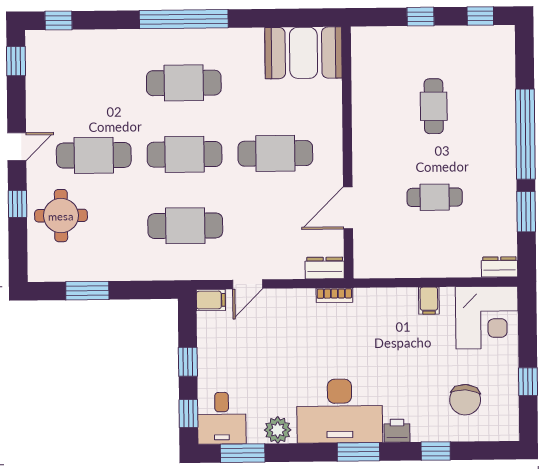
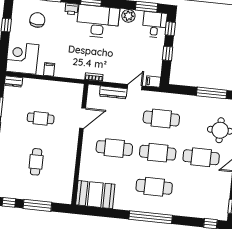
window: (421, 17) -> (37, 205), width x2.17
dresser: (325, 268) -> (113, 92), moved, width x1.44
window: (87, 291) -> (212, 93), width x1.44

